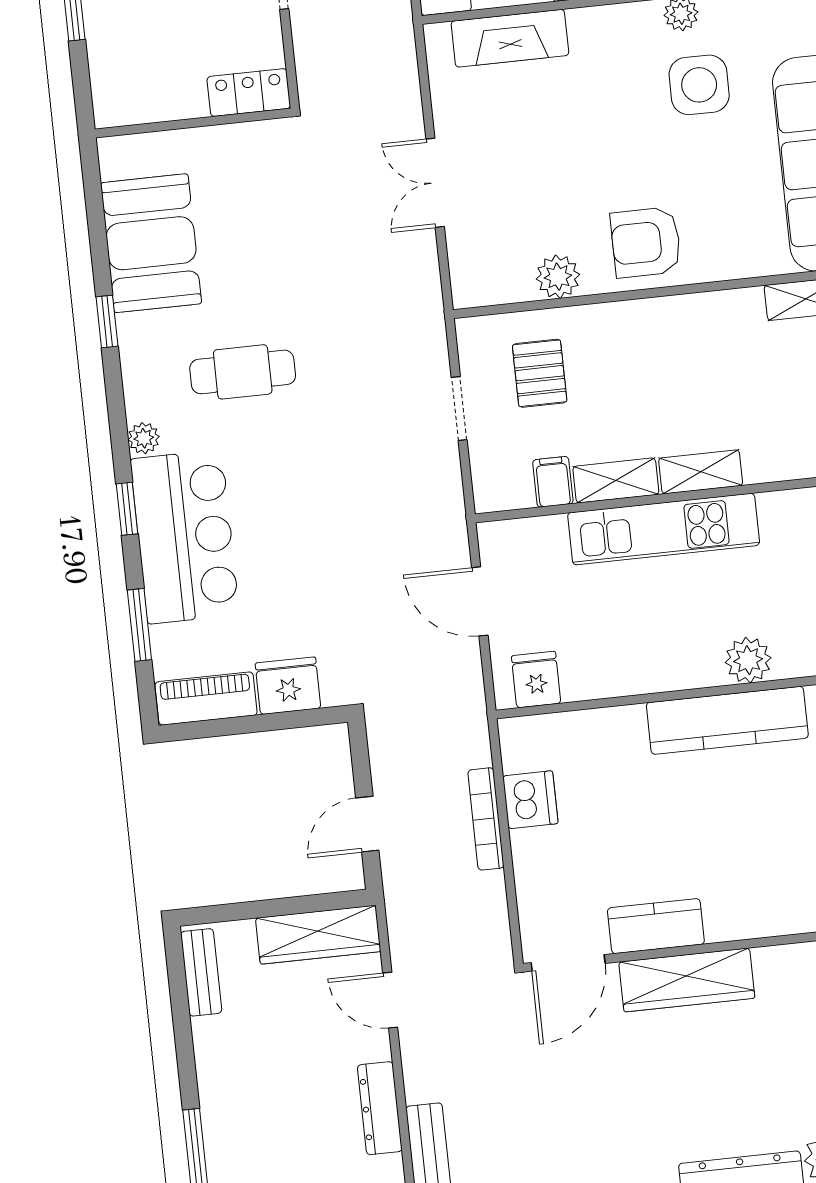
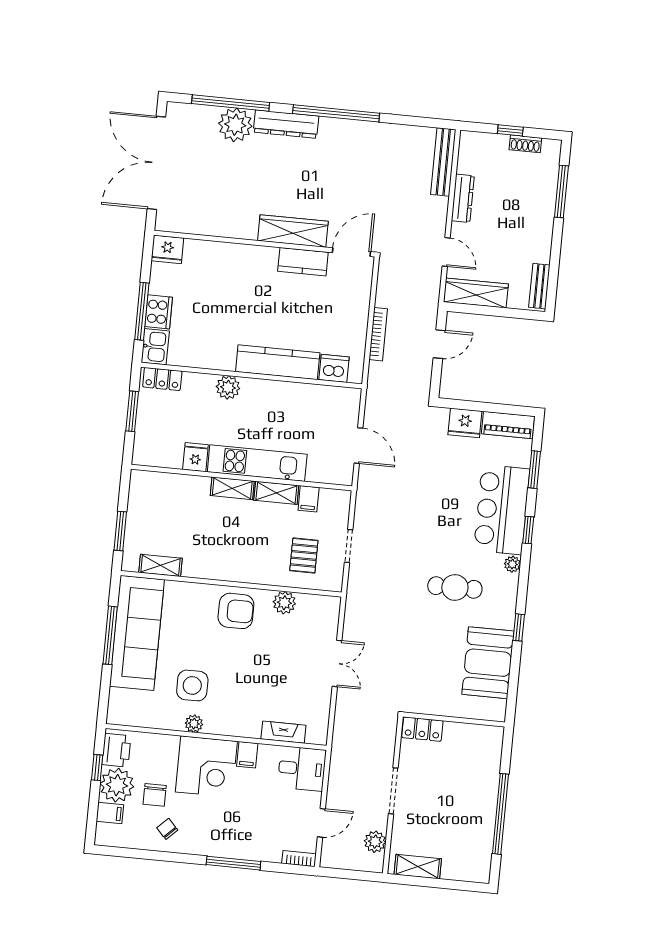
fireplace: (510, 38) -> (283, 732), width x0.73, depth x0.76
fridge: (536, 680) -> (195, 457), moved, turned 180
kitchen counter: (727, 720) -> (278, 362), moved
dishwasher: (530, 800) -> (334, 368), moved, turned 90

